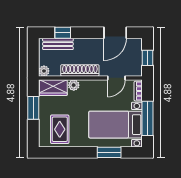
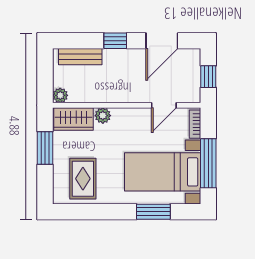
window: (63, 33) -> (115, 41), moved
shoe rack: (80, 70) -> (112, 95), removed

